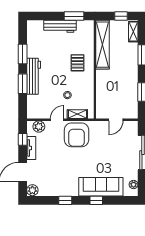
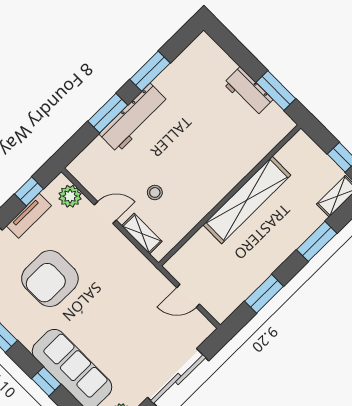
workbench: (60, 26) -> (248, 92), width x0.73
shelving: (103, 45) -> (247, 200), moved
pallet: (77, 63) -> (215, 161), removed
armchair: (77, 135) -> (50, 279), moved

